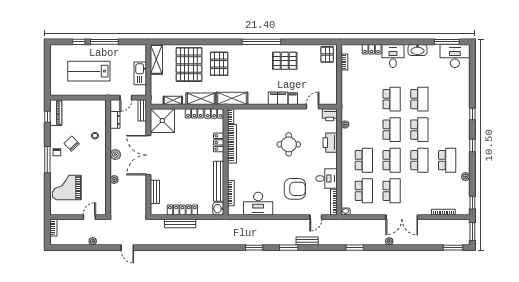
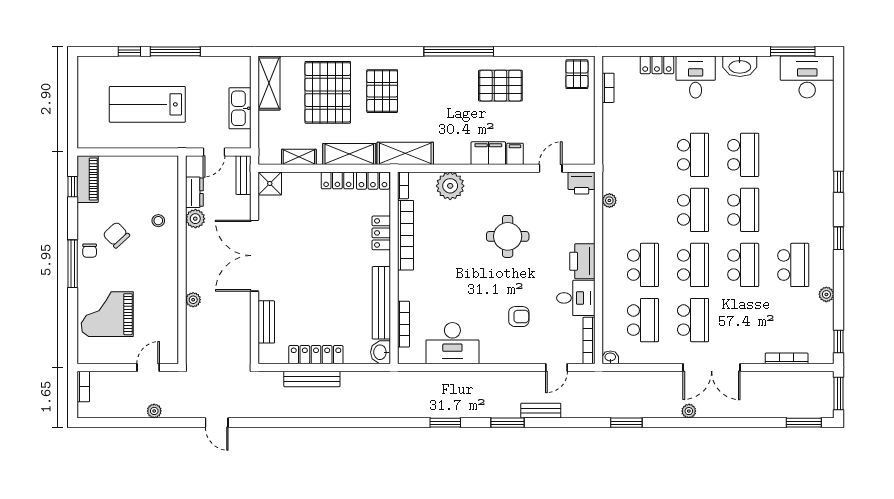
plant: (257, 116) -> (450, 186), added
shower: (162, 121) -> (270, 183), width x0.54, depth x0.54
printer: (330, 143) -> (582, 261), moved
plant: (115, 155) -> (195, 219), moved
armchair: (295, 189) -> (519, 317), width x0.53, depth x0.53

